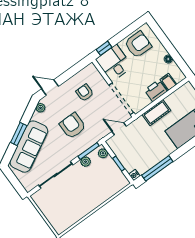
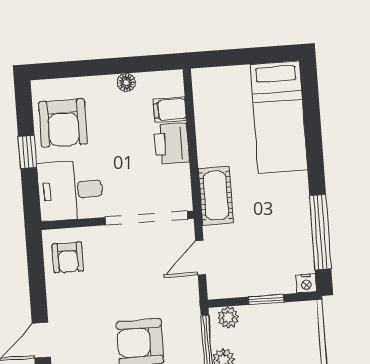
armchair: (138, 44) -> (63, 123), turned 180
window: (104, 48) -> (27, 152), moved
armchair: (85, 93) -> (68, 257), moved, turned -90
cot: (156, 113) -> (216, 196), moved

